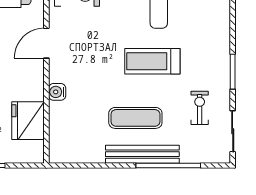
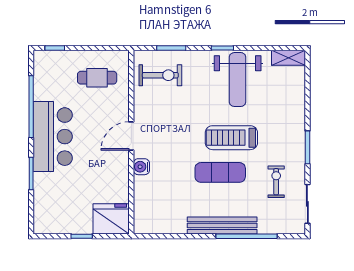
door: (46, 43) -> (131, 136), moved
exercise mat: (135, 118) -> (220, 172), moved
fridge: (28, 121) -> (111, 219), moved, turned 90

